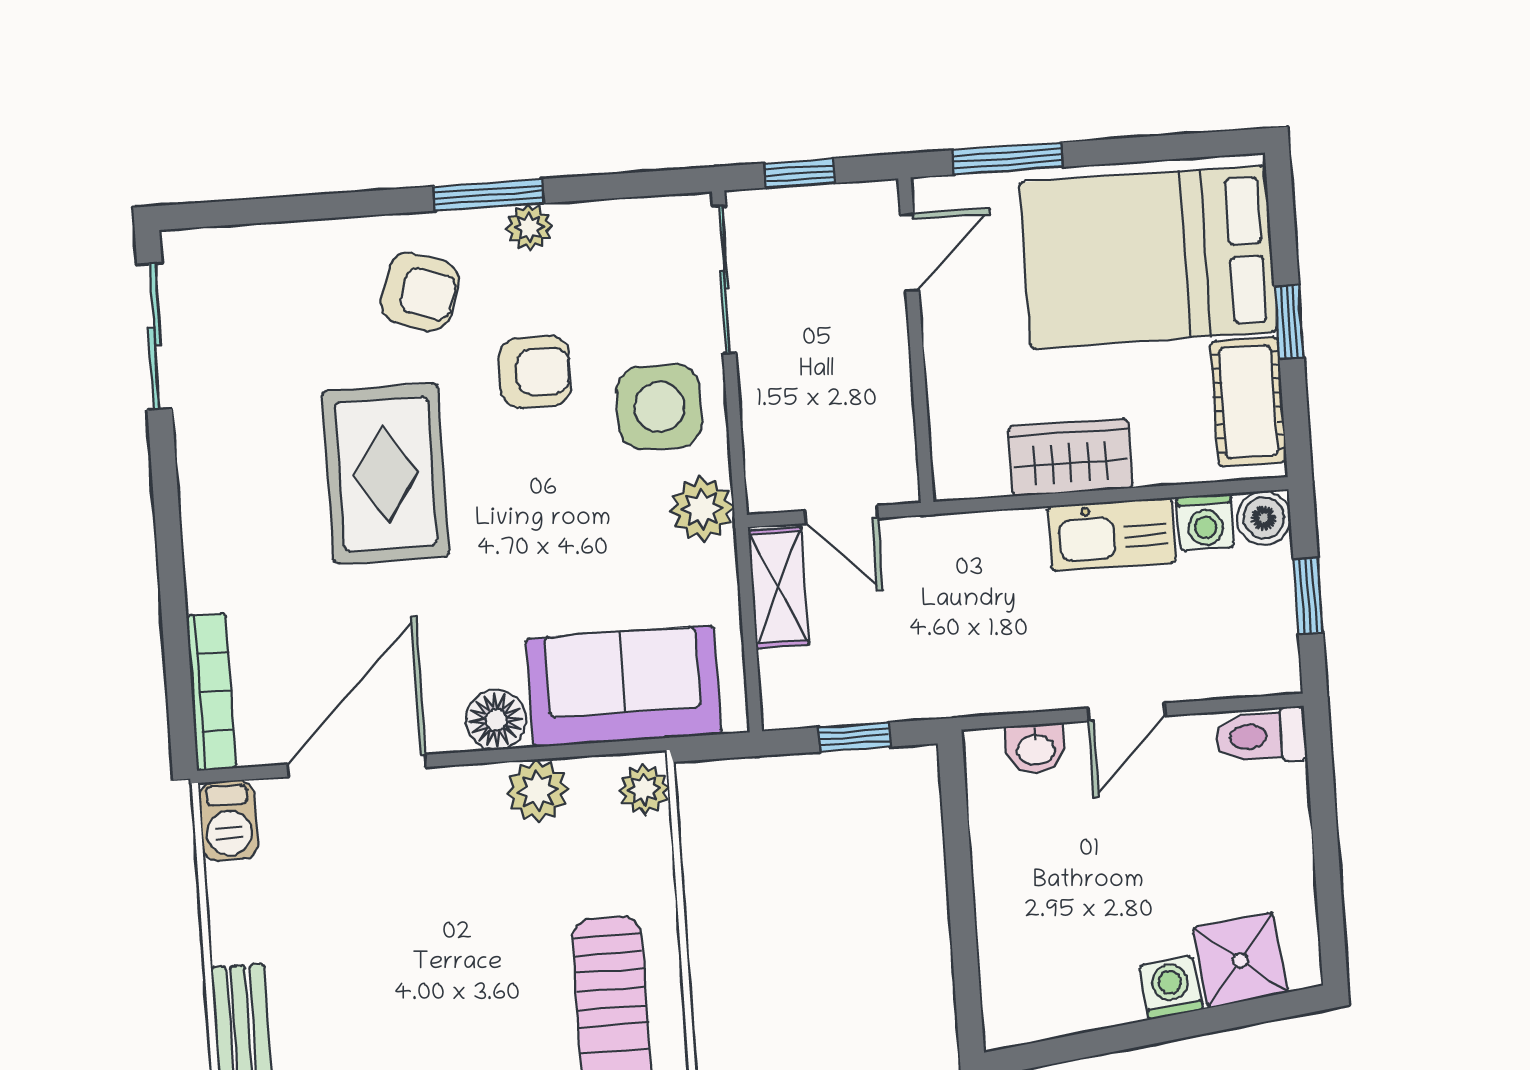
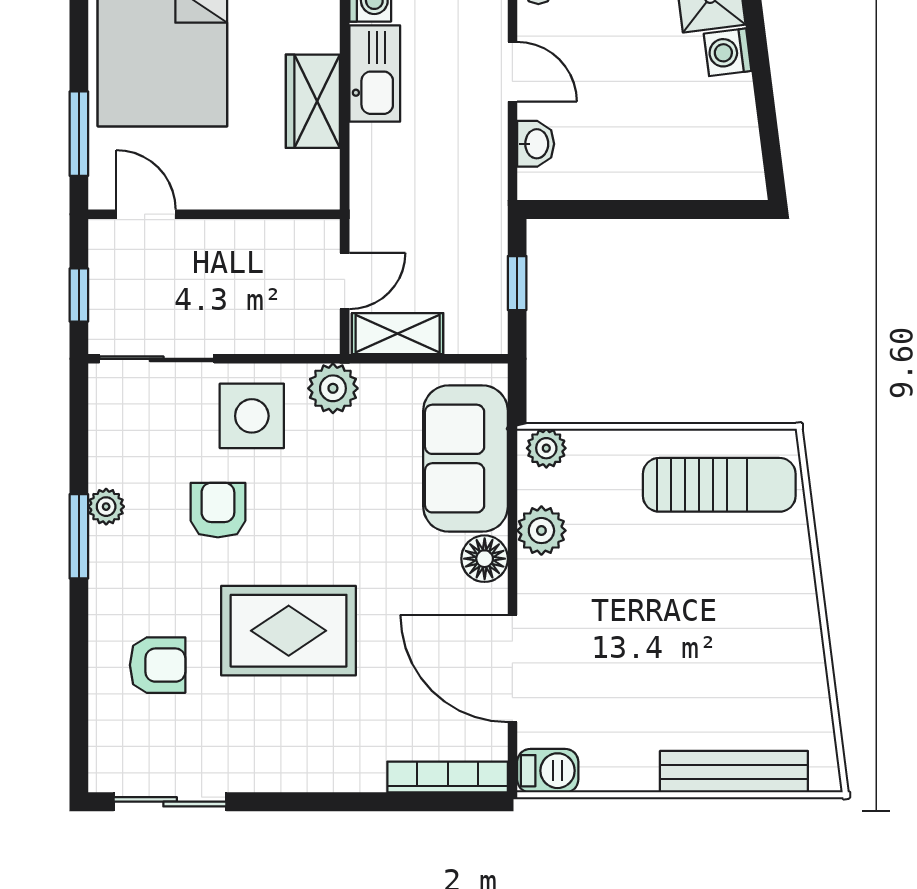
armchair: (420, 292) -> (158, 665), moved, turned 71

